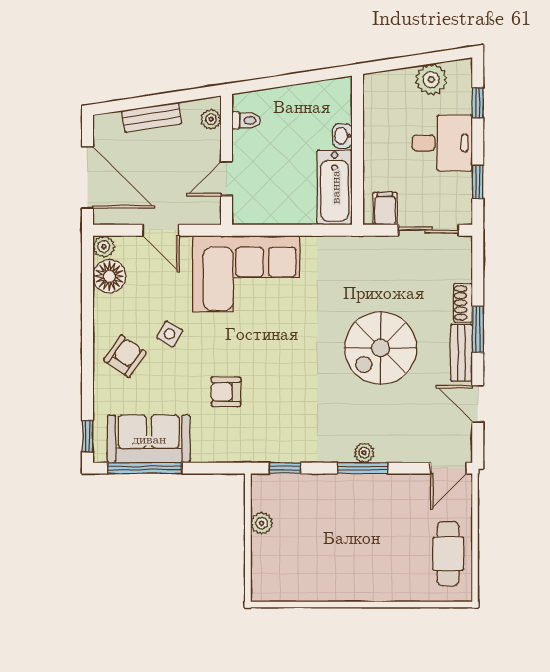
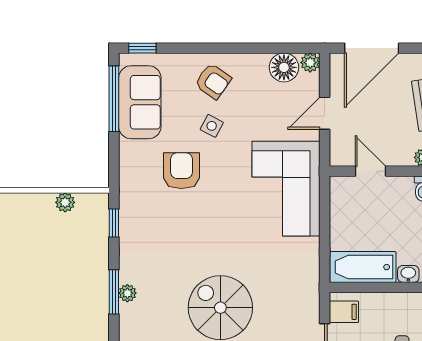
side table: (170, 334) -> (212, 126), moved
armchair: (226, 392) -> (181, 171), width x1.38, depth x1.38

